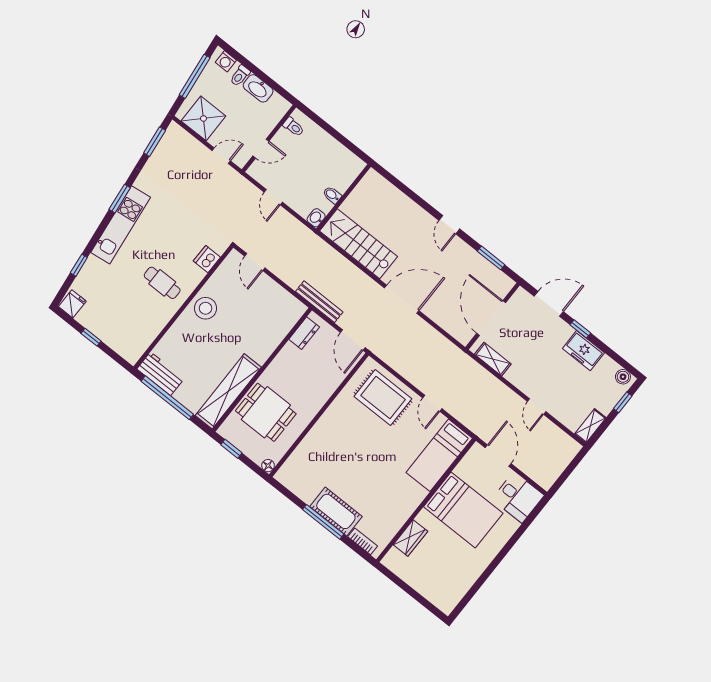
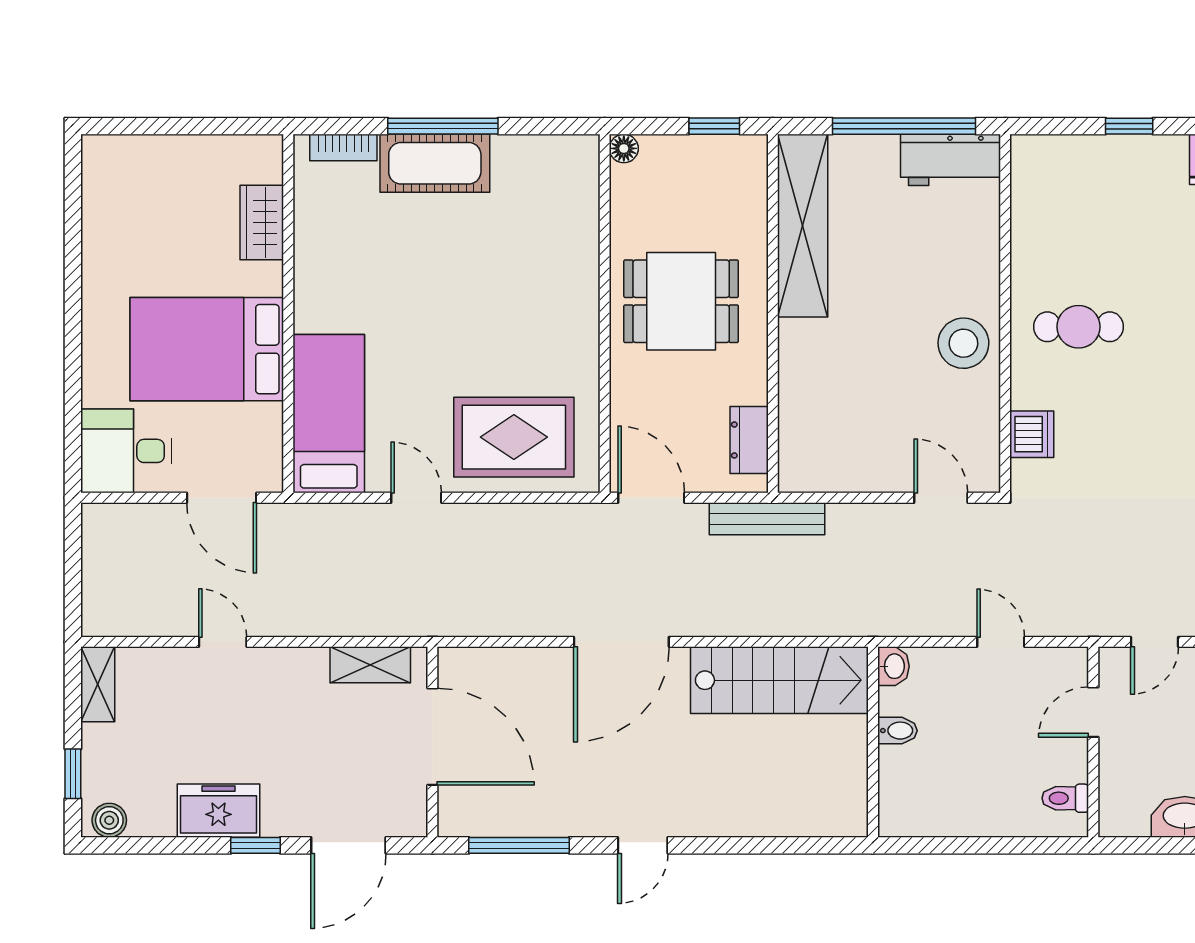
door: (449, 225) -> (643, 845), swing flipped
window: (491, 258) -> (519, 845), width x1.44
dining table: (266, 412) -> (681, 301), moved

